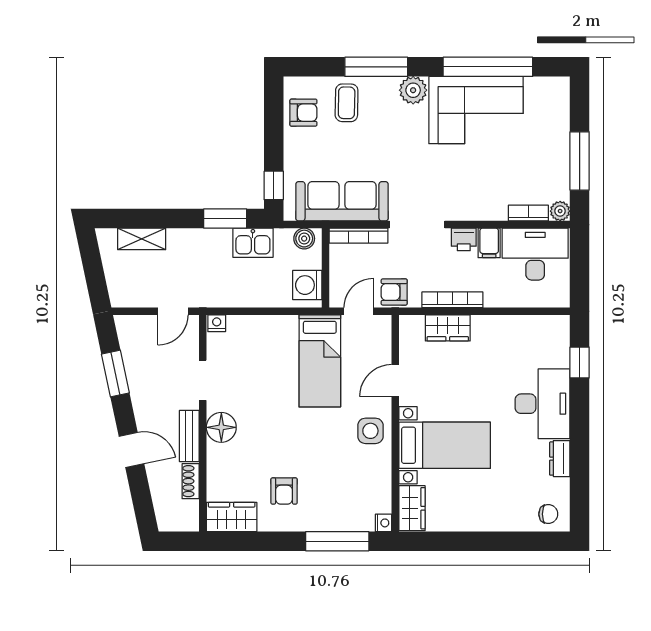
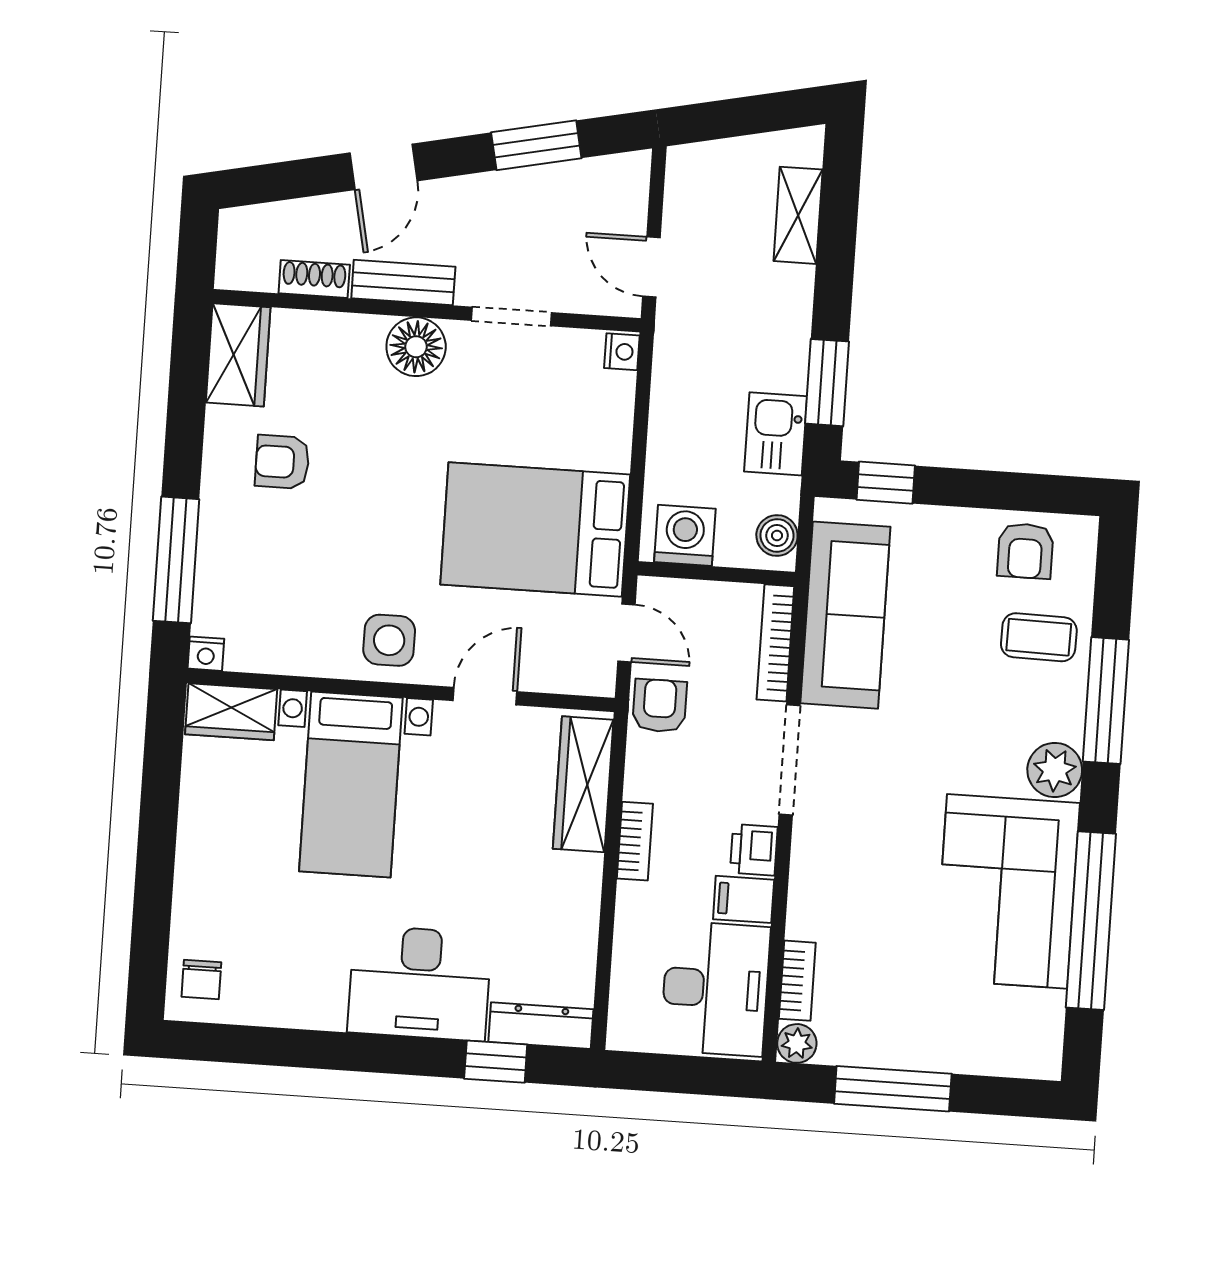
bookcase: (452, 300) -> (635, 841), width x0.64
wardrobe: (448, 328) -> (583, 784), width x1.50
bed: (320, 361) -> (535, 529), width x1.50
door: (395, 381) -> (485, 696), hinge flipped
dresser: (560, 459) -> (541, 1026), moved, width x1.44

